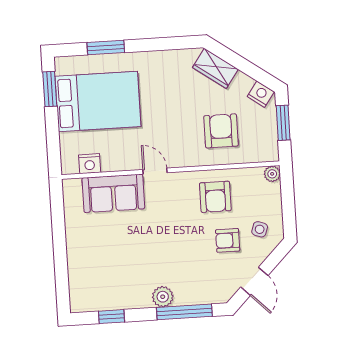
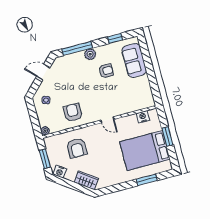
window: (50, 89) -> (167, 136), moved
sofa: (113, 193) -> (134, 60), moved, turned -90
armchair: (228, 240) -> (106, 71), moved
door: (254, 281) -> (43, 72), hinge flipped

